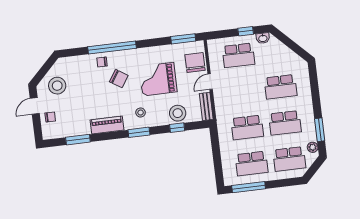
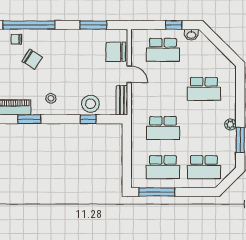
window: (183, 39) -> (93, 25), moved
chair: (195, 62) -> (116, 52), turned -90
grand piano: (158, 79) -> (74, 65), removed
door: (210, 82) -> (129, 74), swing flipped
school desk: (285, 123) -> (204, 128), removed
window: (139, 132) -> (29, 119), moved
plant: (313, 147) -> (230, 124), moved

